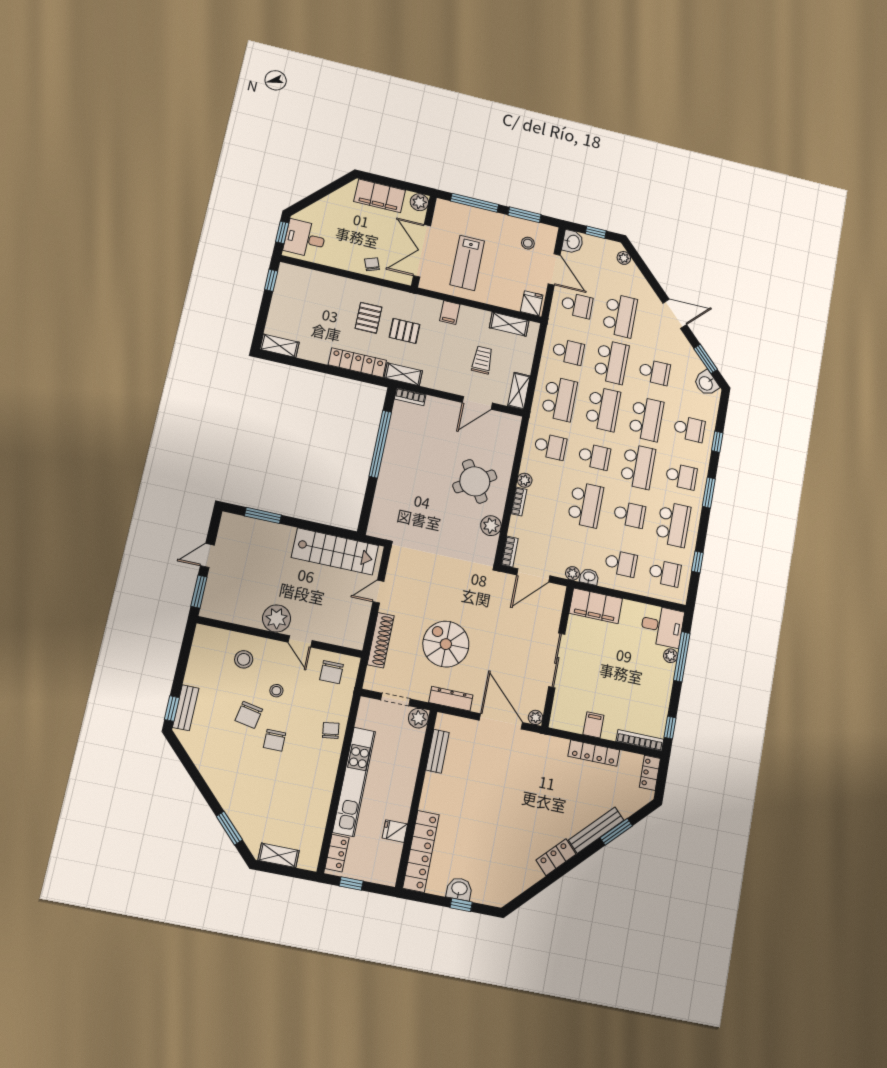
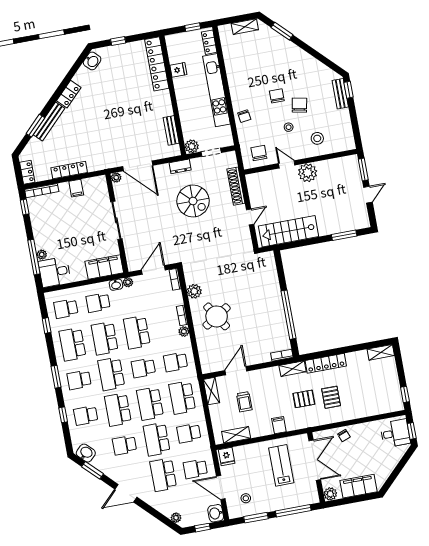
school desk: (629, 515) -> (105, 338), width x1.85
dresser: (451, 699) -> (180, 166), width x0.70
washbasin: (459, 889) -> (92, 61), moved, turned -45

